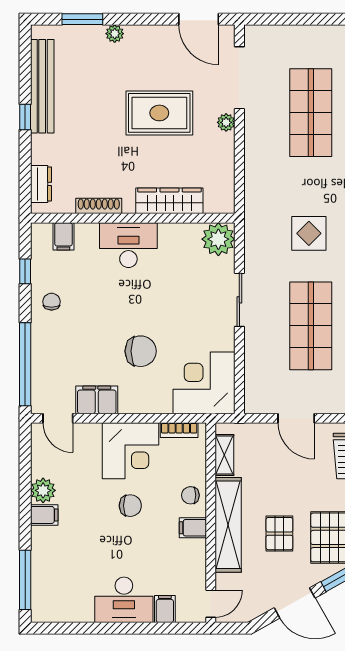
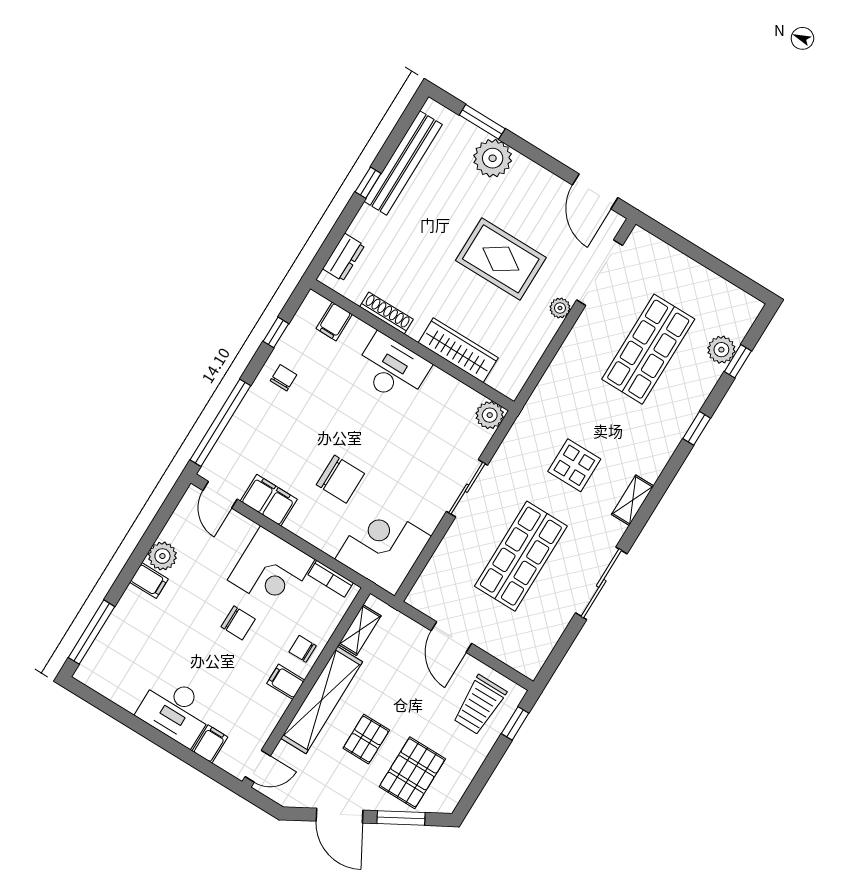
plant: (115, 34) -> (493, 158), width x1.88, depth x1.88
plant: (218, 239) -> (490, 415), width x0.73, depth x0.73

